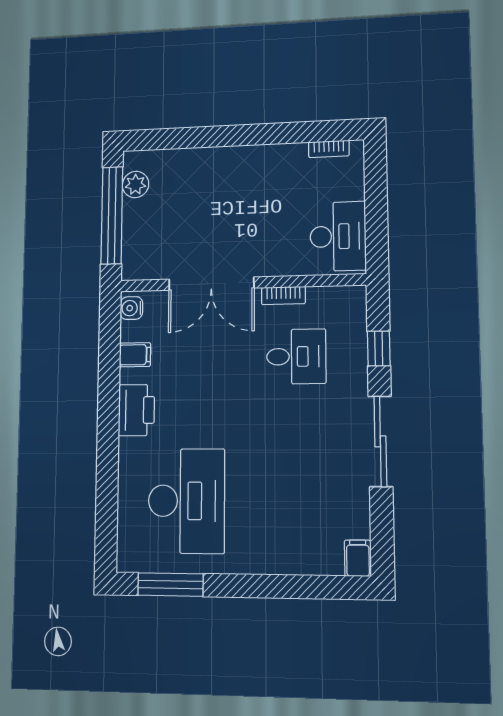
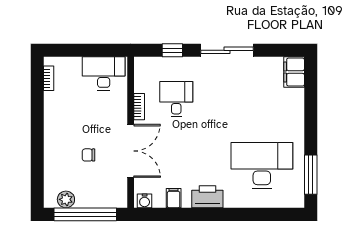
chair: (205, 217) -> (89, 155), added
filing cabinet: (358, 558) -> (294, 72), width x2.00

